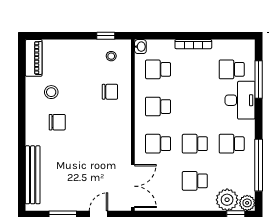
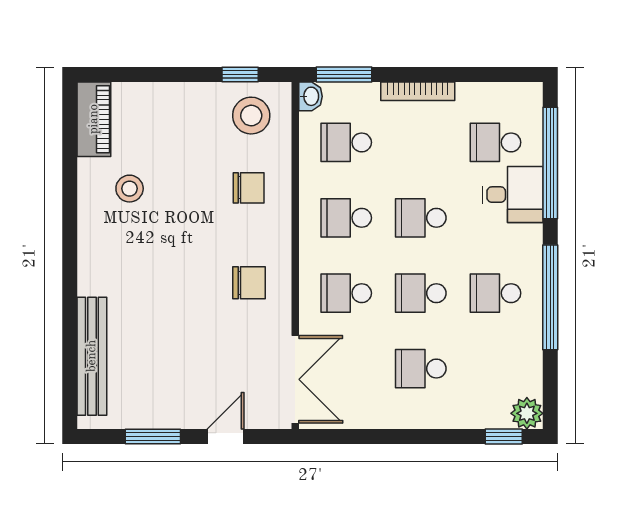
window: (157, 36) -> (344, 74), added
stool: (111, 56) -> (251, 116), width x1.89, depth x1.89
window: (259, 80) -> (550, 163), width x1.46
desk: (240, 100) -> (513, 195), width x0.73
school desk: (195, 107) -> (421, 218), added
chair: (57, 122) -> (249, 283), moved
window: (259, 165) -> (550, 297), moved
plant: (227, 200) -> (486, 407), removed

